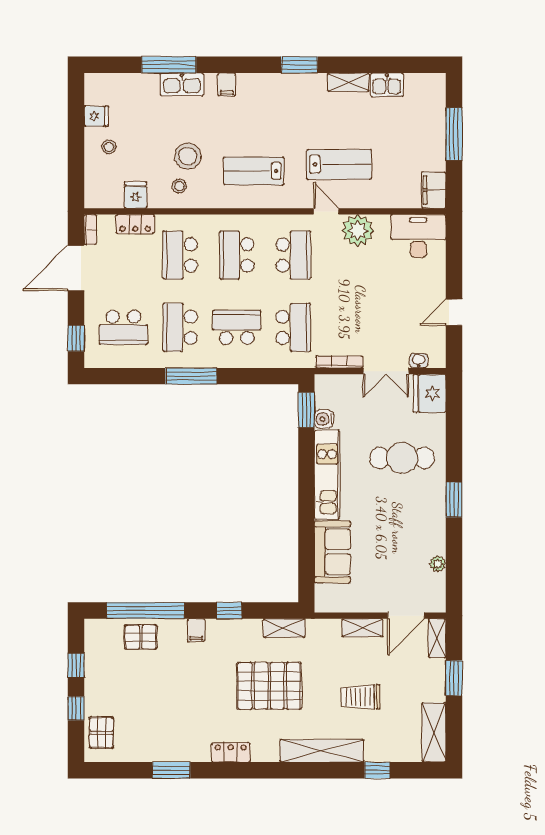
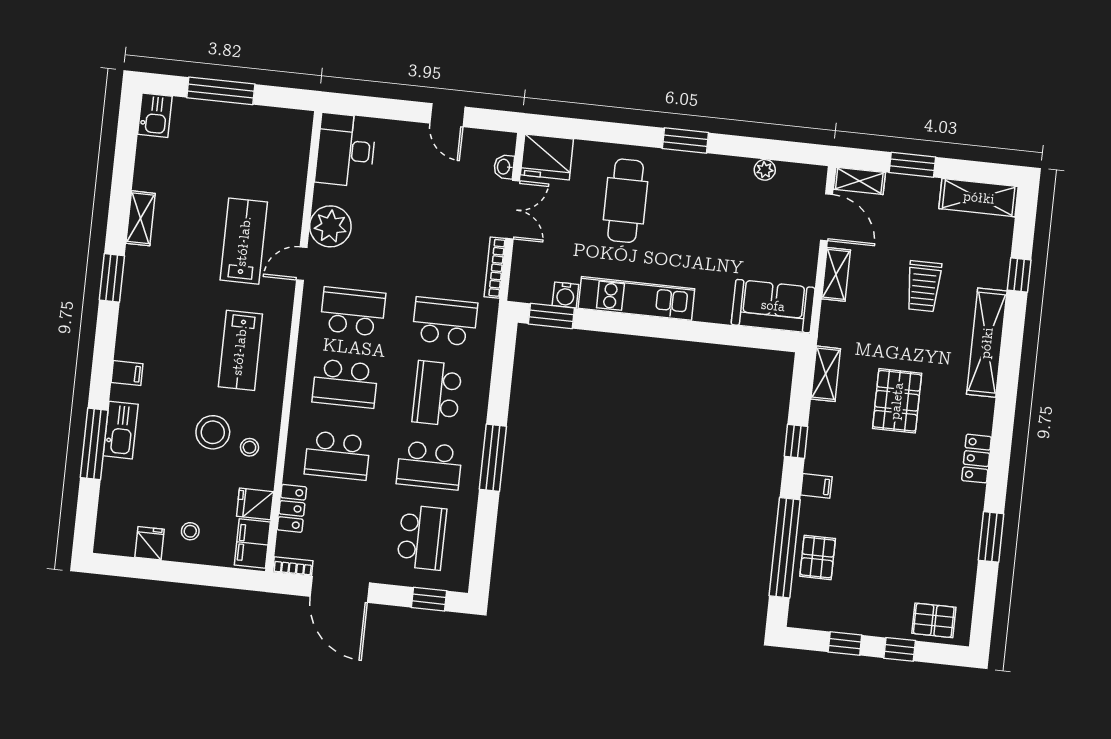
kitchen sink: (387, 85) -> (155, 115), moved
filing cabinet: (434, 190) -> (252, 544), moved, turned 90
sofa: (332, 552) -> (773, 306), moved
pallet: (269, 686) -> (897, 401), width x0.73, depth x0.71

